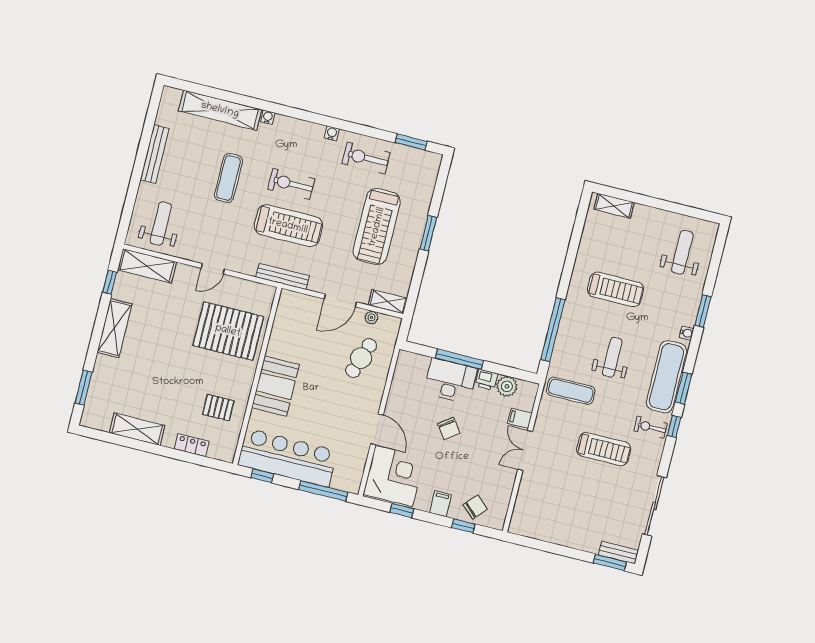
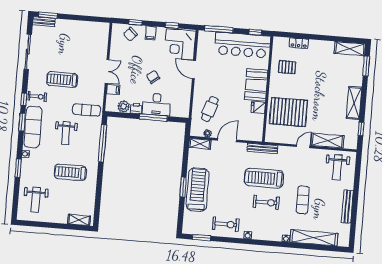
treadmill: (377, 227) -> (198, 190), moved
shelving: (147, 266) -> (327, 141), moved
fridge: (279, 347) -> (258, 107), added
shelving: (137, 429) -> (350, 49), moved

